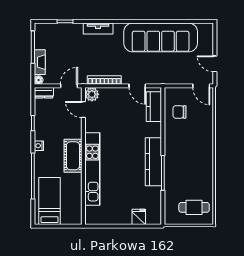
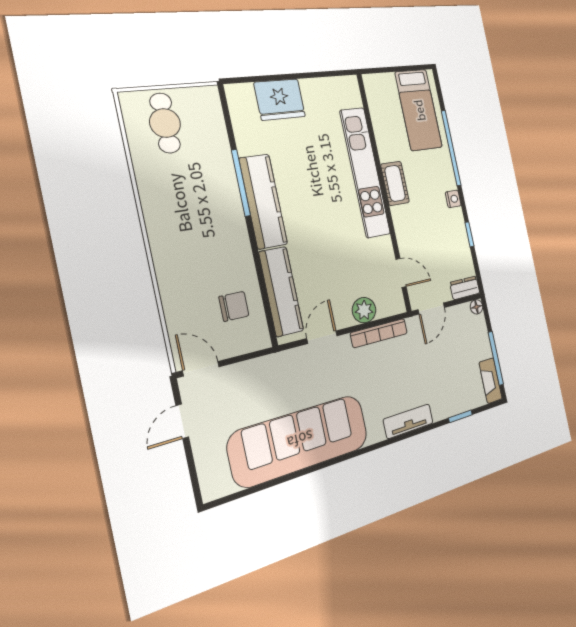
fireplace: (40, 62) -> (491, 381), moved
door: (215, 64) -> (182, 421), swing flipped
door: (137, 86) -> (322, 337), hinge flipped
plant: (92, 94) -> (364, 310), moved
kitchen counter: (154, 107) -> (281, 291), width x1.50
cot: (73, 156) -> (395, 183), width x0.73, depth x0.75
cafe table: (194, 207) -> (165, 123), turned 90
fridge: (139, 217) -> (280, 100), width x1.88, depth x1.34

